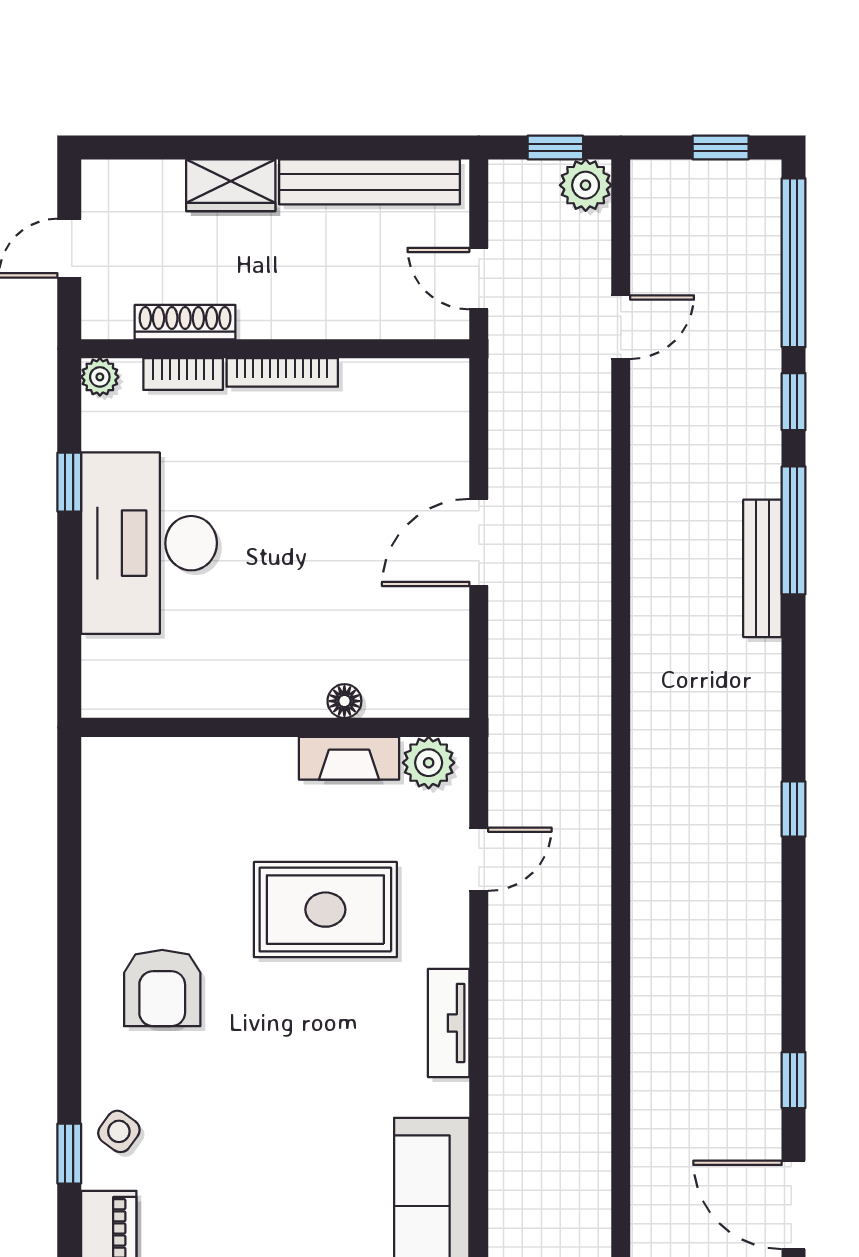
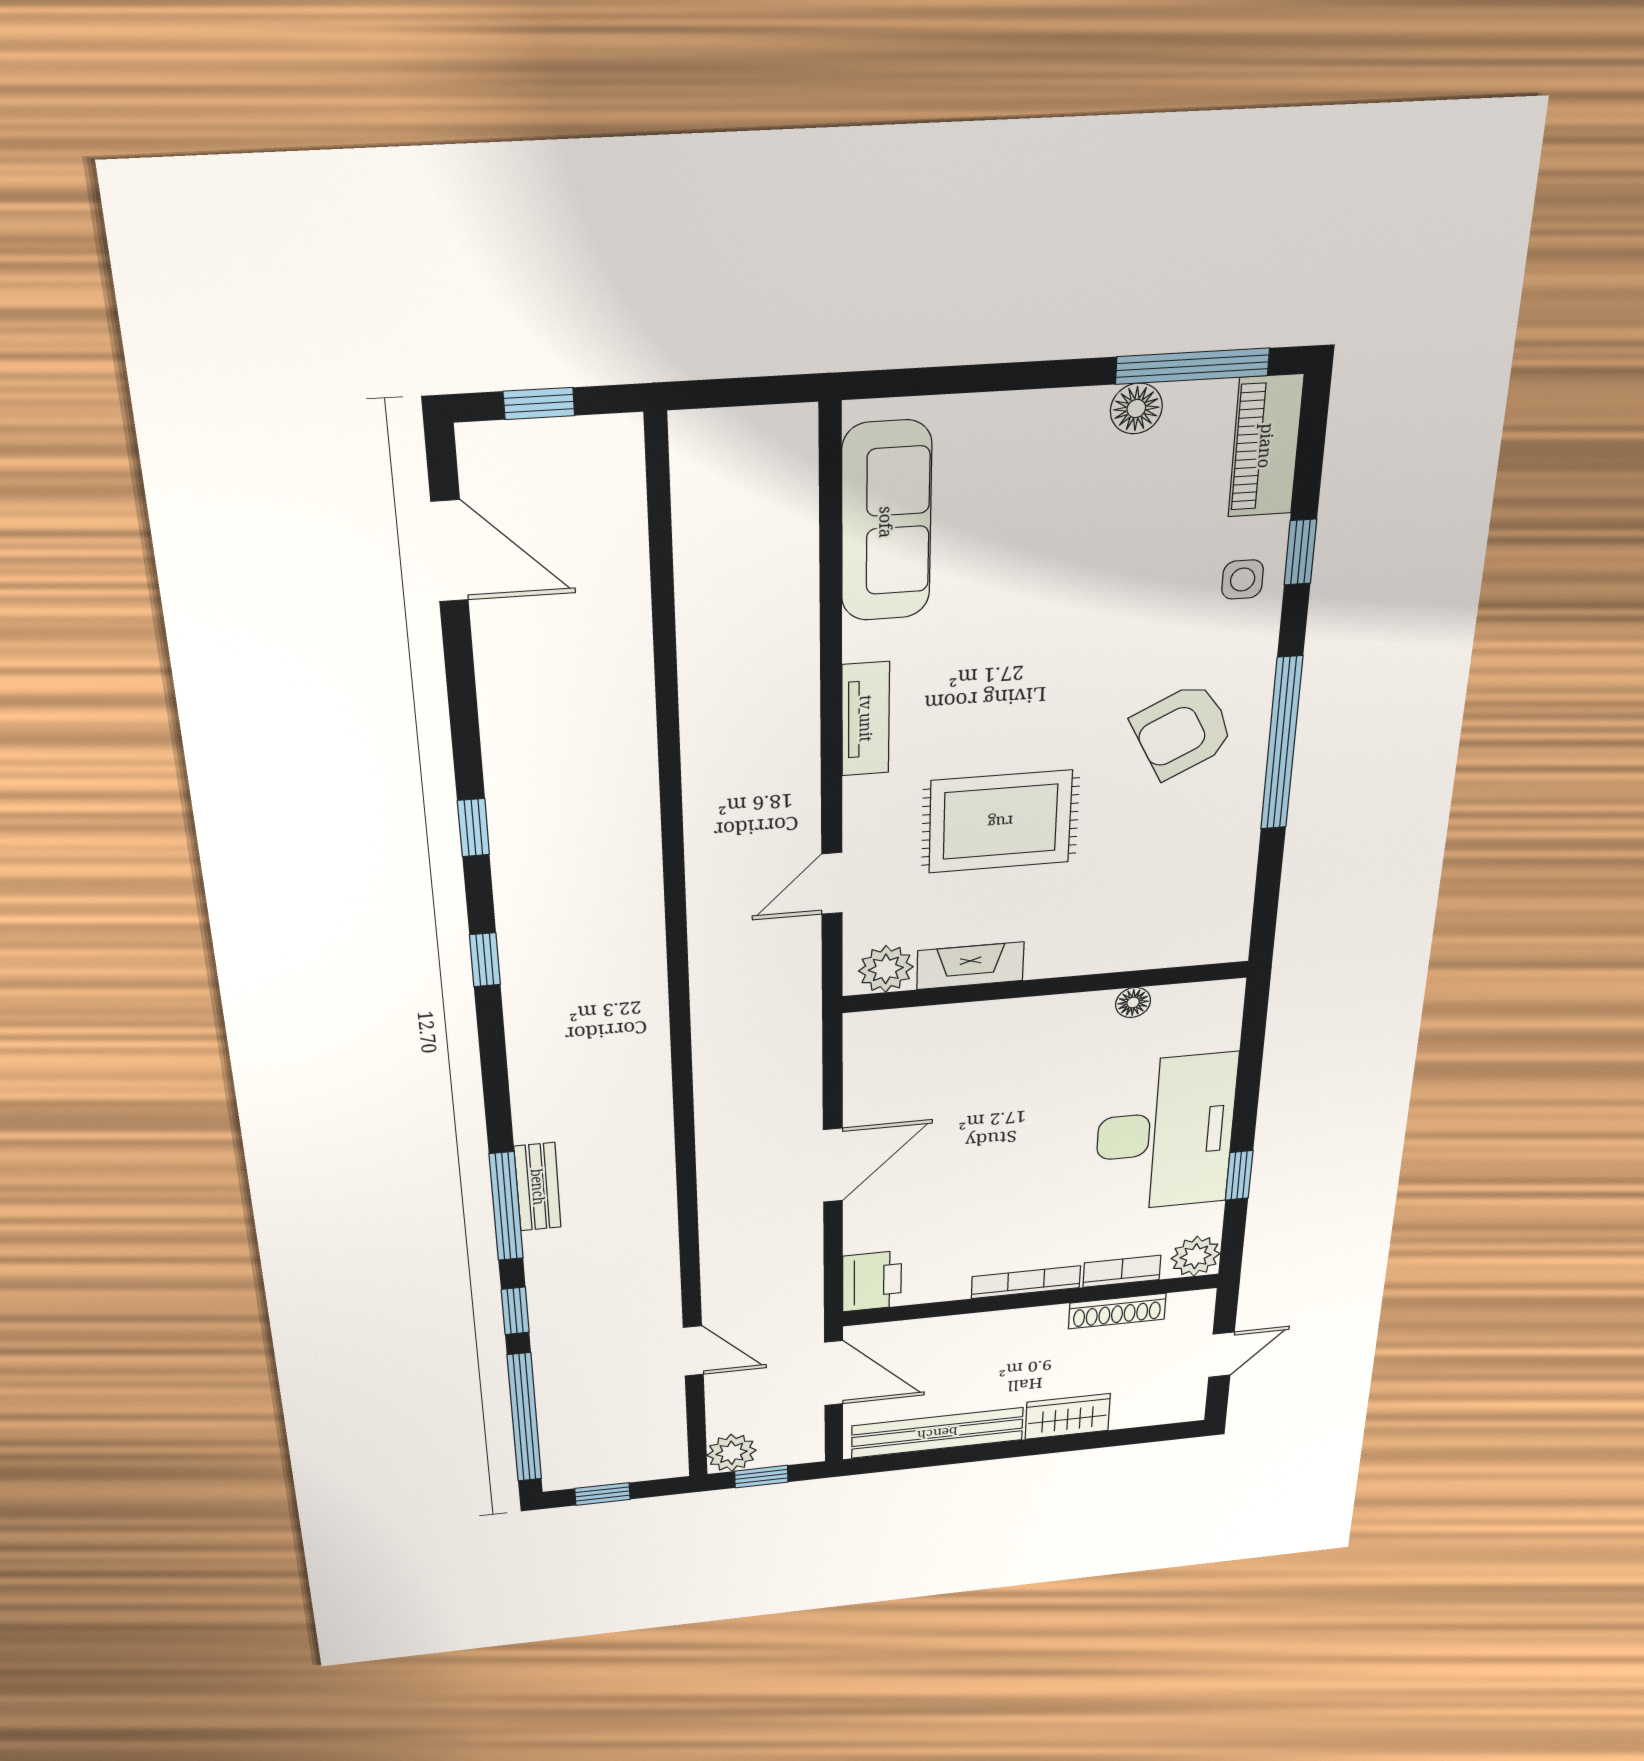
door: (479, 279) -> (834, 1373), width x1.38
door: (621, 327) -> (693, 1351), swing flipped
plant: (100, 377) -> (1196, 1256), width x1.38, depth x1.38
printer: (440, 394) -> (872, 1281), added
bench: (762, 568) -> (538, 1187), width x0.73
floor lamp: (344, 701) -> (1133, 1002), moved
window: (69, 967) -> (1282, 744), added
armchair: (162, 988) -> (1183, 731), turned -117
window: (794, 1080) -> (473, 828), moved
side table: (119, 1131) -> (1243, 579), turned -36

